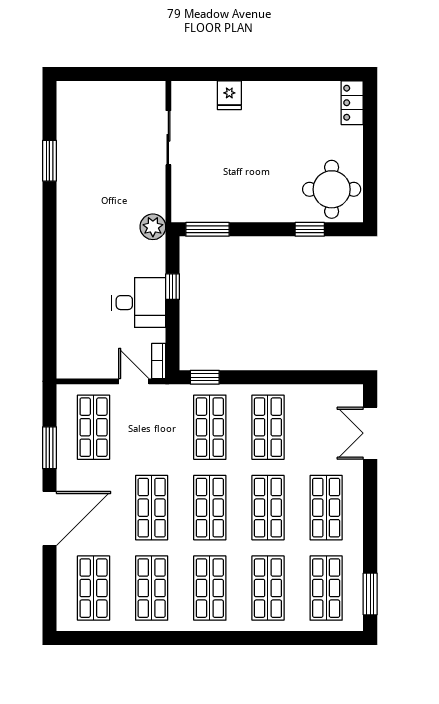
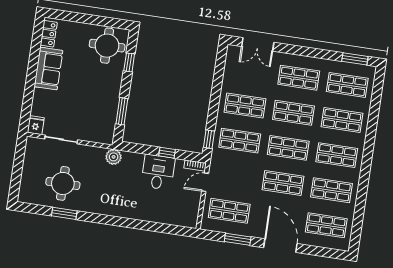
fridge: (229, 95) -> (36, 125), moved, turned -90
sofa: (280, 100) -> (48, 69), added
locker: (352, 103) -> (49, 34), moved, turned -90
round table: (98, 151) -> (63, 183), added
window: (207, 229) -> (122, 111), moved
window: (173, 287) -> (167, 153), moved

